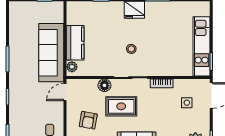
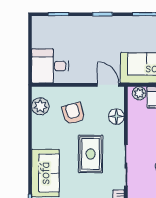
floor lamp: (104, 85) -> (116, 117), moved
armchair: (88, 120) -> (73, 113), turned 64

